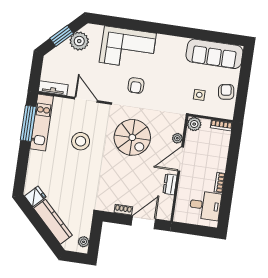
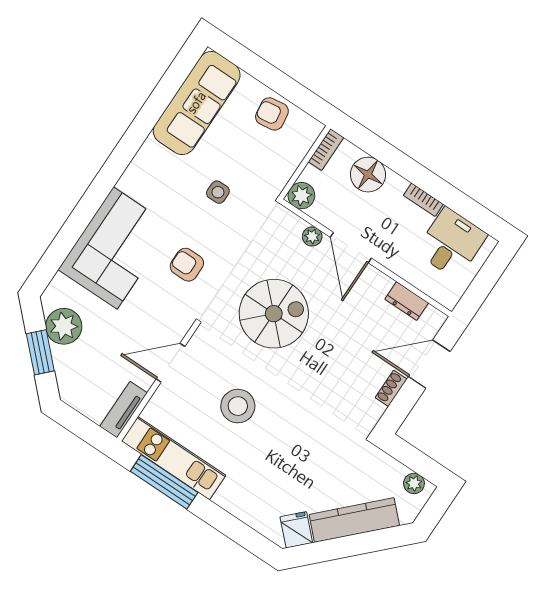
armchair: (136, 85) -> (187, 265), turned 180
side table: (199, 95) -> (218, 192), moved
floor lamp: (219, 151) -> (368, 175), added
dresser: (170, 184) -> (407, 301), moved
door: (143, 222) -> (429, 364), hinge flipped

